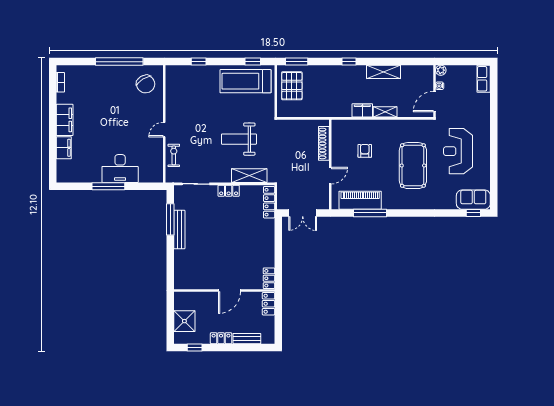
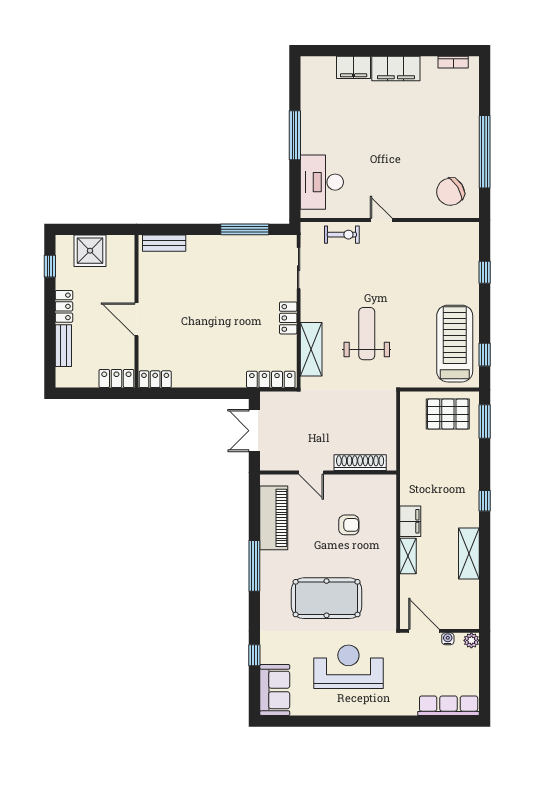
row of seats: (484, 79) -> (449, 706), width x1.48
desk: (120, 169) -> (322, 182), moved
window: (370, 213) -> (254, 566), moved
window: (473, 213) -> (254, 655), moved
bench: (179, 230) -> (164, 243), moved, width x0.73

